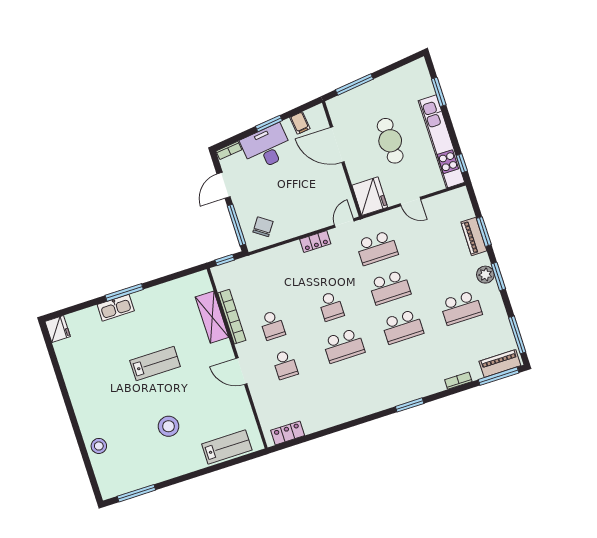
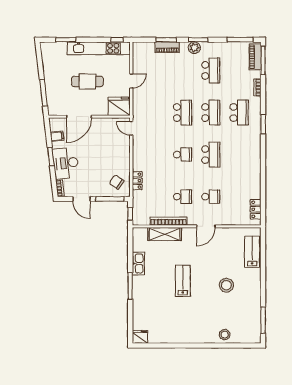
locker: (315, 242) -> (137, 181), moved
school desk: (377, 248) -> (239, 113), moved
kitchen sink: (116, 308) -> (138, 263), moved

